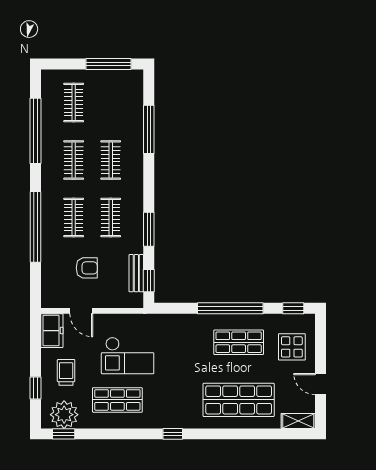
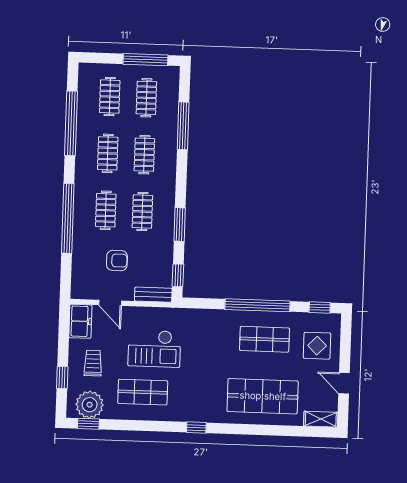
clothes rail: (111, 102) -> (146, 98), added
bench: (136, 273) -> (153, 295), moved, turned 90

